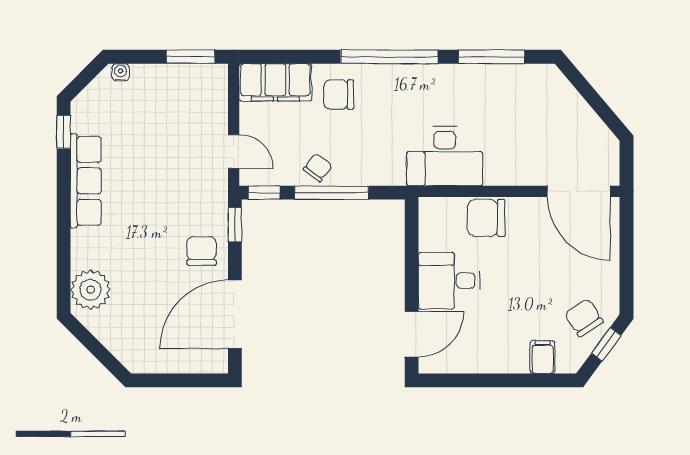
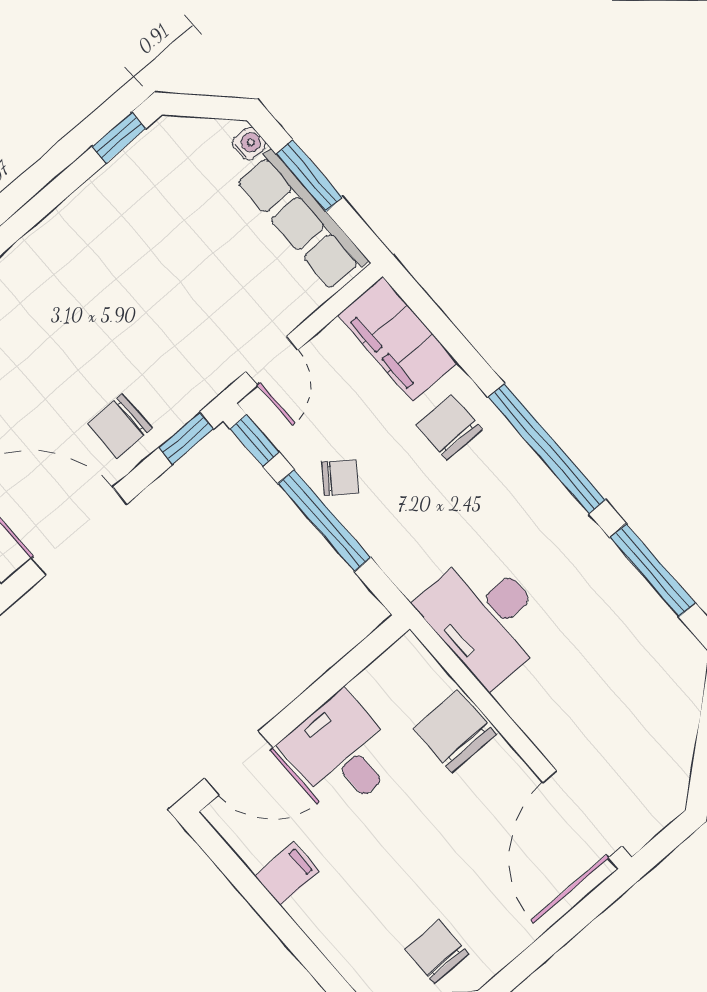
window: (191, 57) -> (309, 176), moved
row of seats: (86, 181) -> (302, 220), moved, turned 90
chair: (202, 251) -> (120, 426), turned 180
chair: (584, 318) -> (437, 952), turned -57
filing cabinet: (543, 357) -> (287, 874), moved

